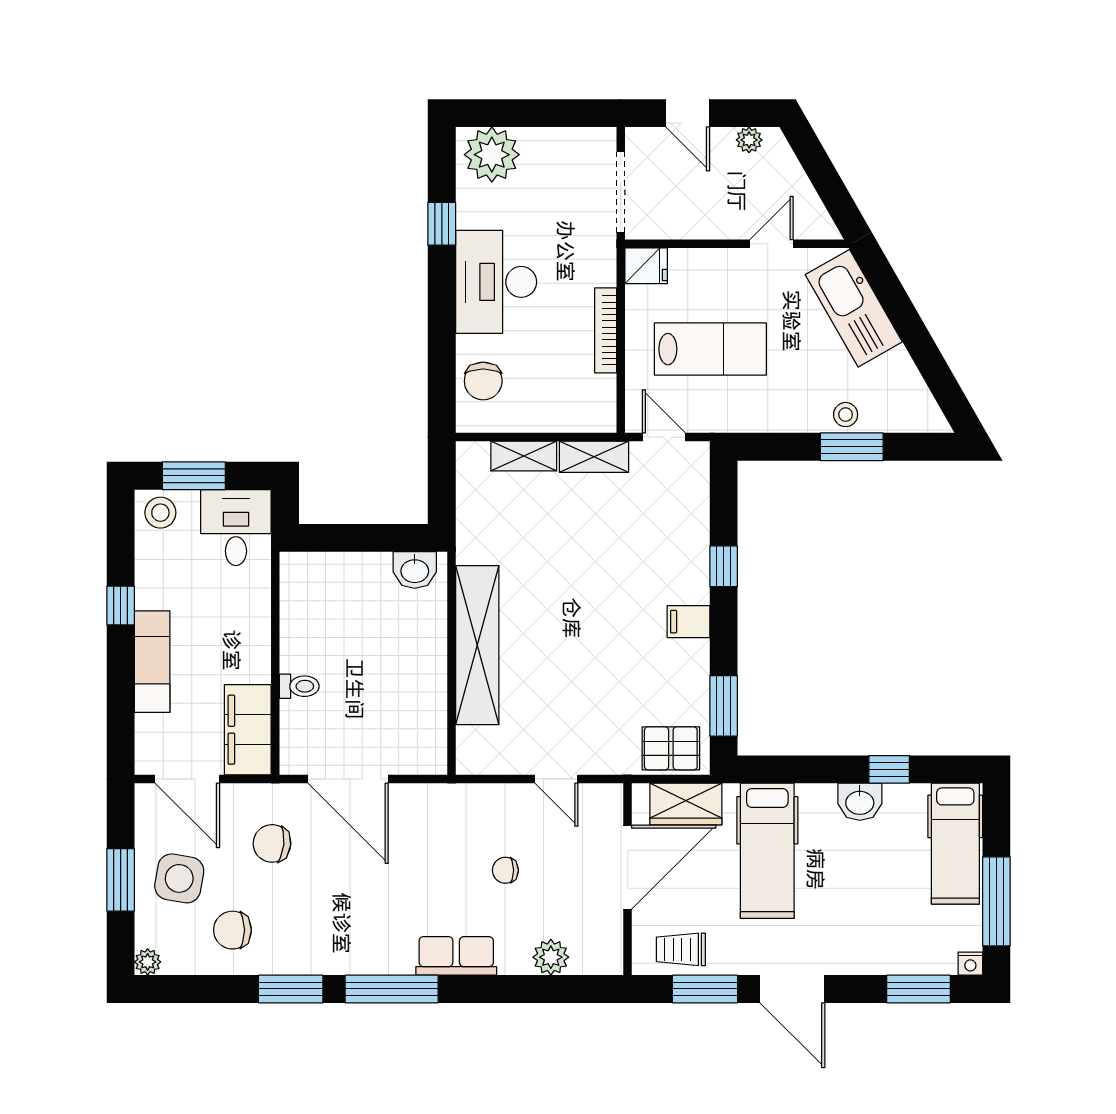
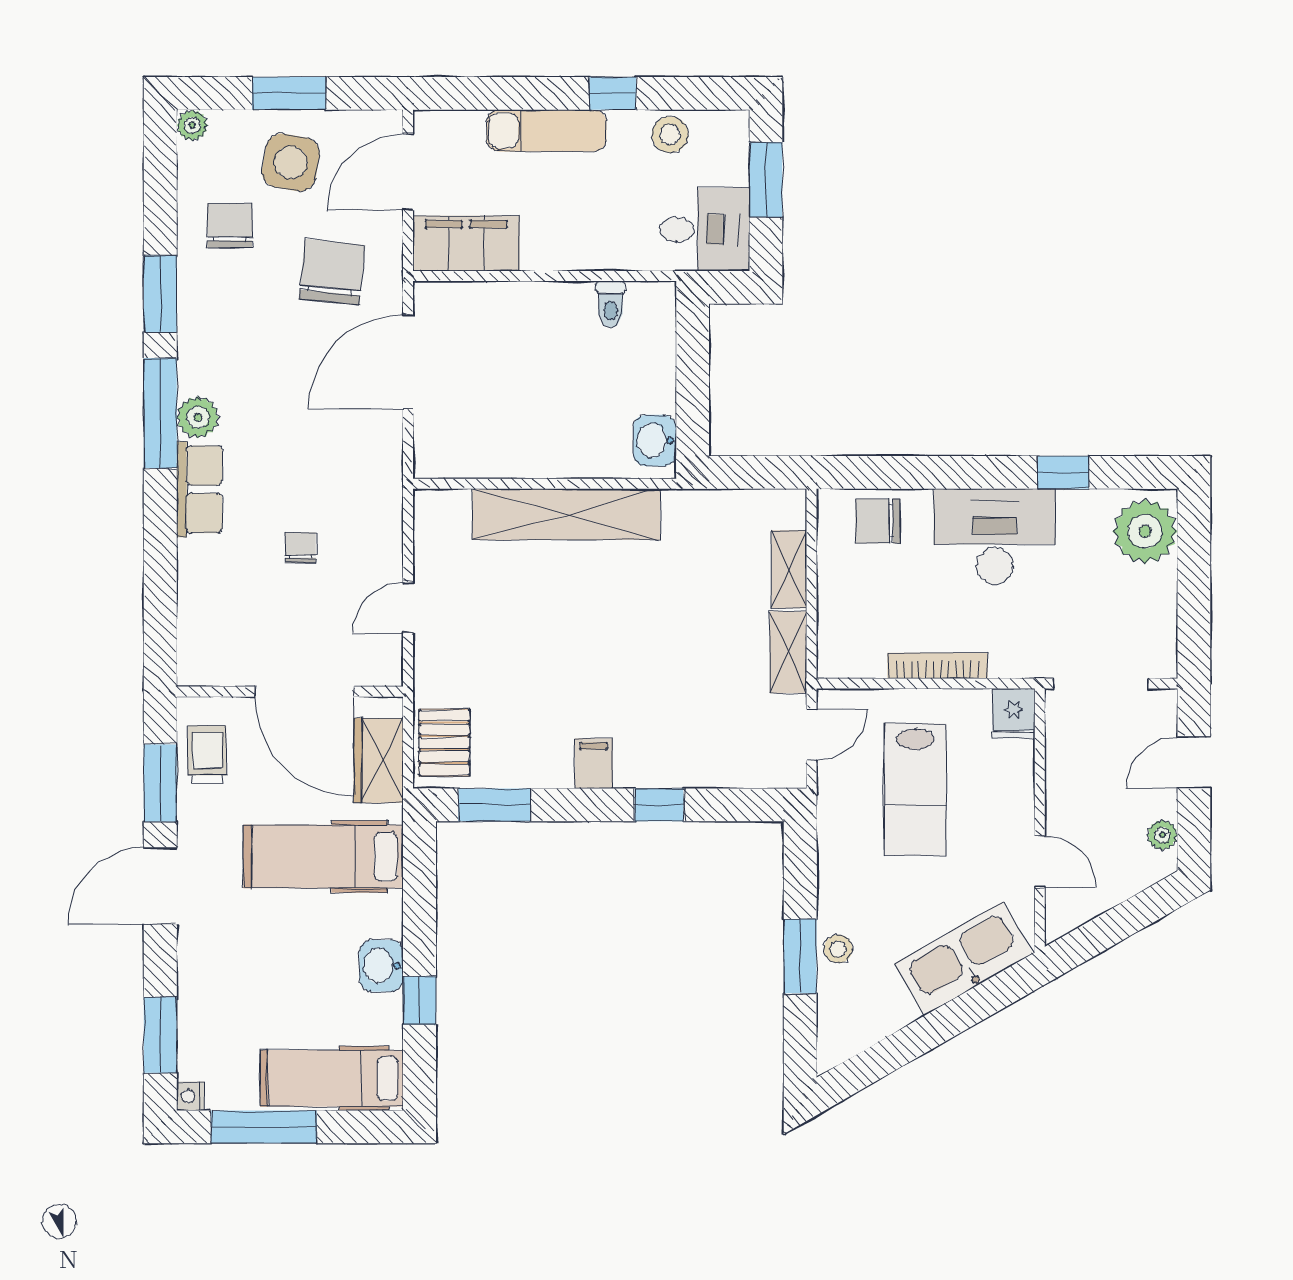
stool: (160, 513) -> (670, 135), moved
toilet: (299, 686) -> (611, 304), moved
chair: (272, 843) -> (332, 272), width x1.37, depth x1.37
plant: (551, 957) -> (198, 417), moved

